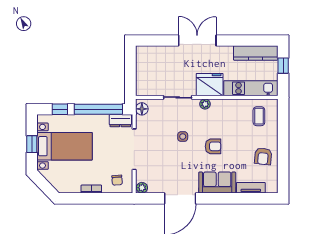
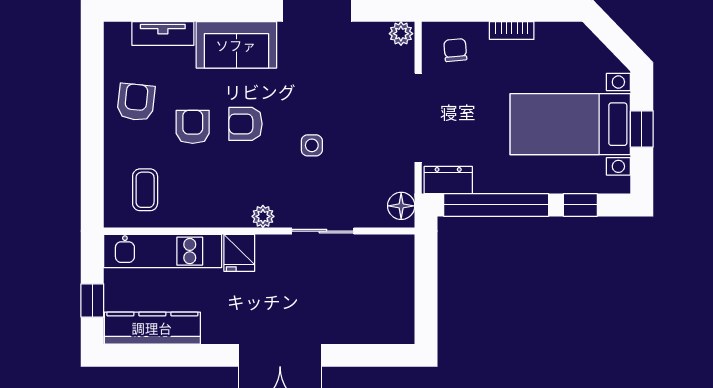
fridge: (210, 85) -> (239, 253), width x0.53, depth x0.75
armchair: (237, 145) -> (193, 127), added

